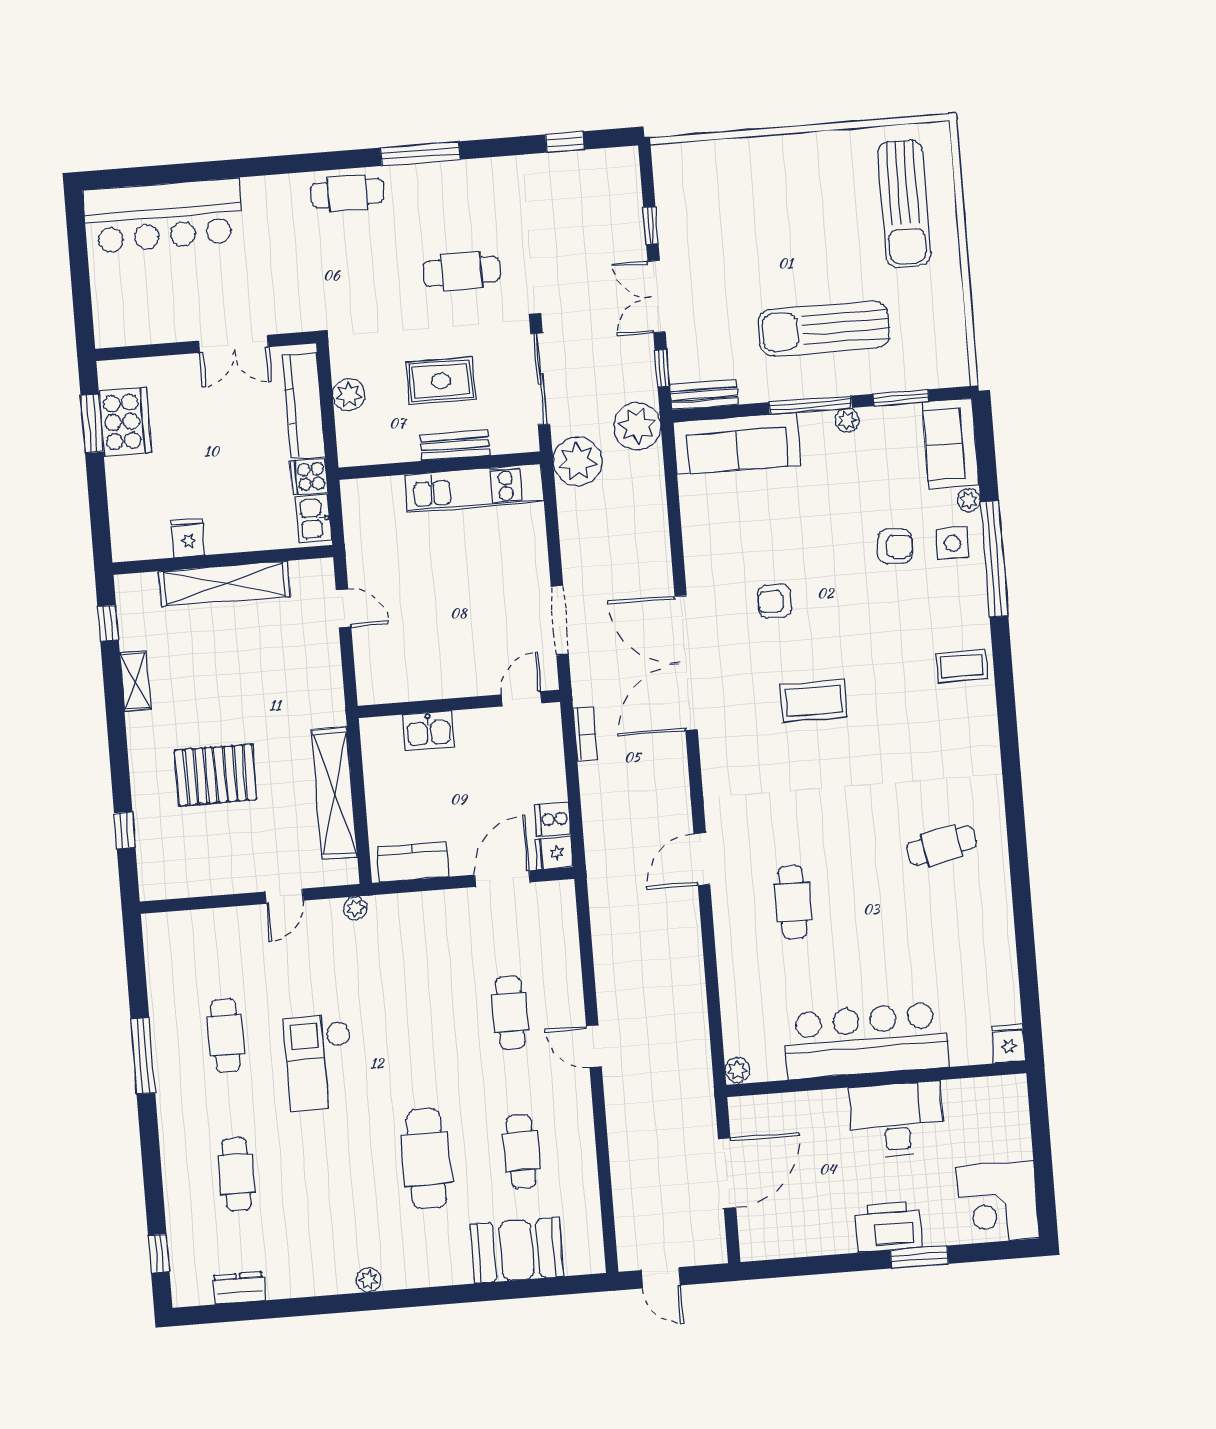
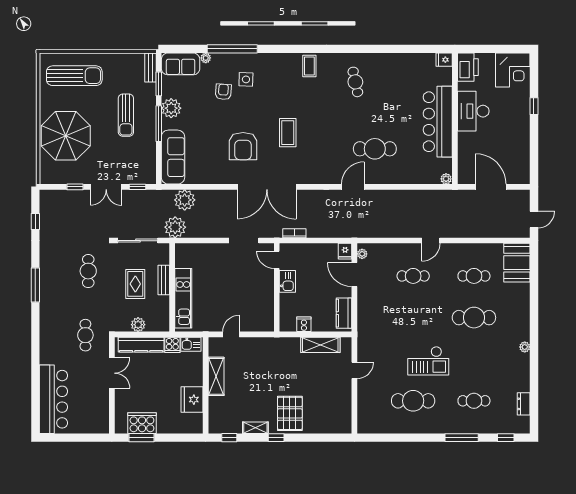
cafe table: (347, 193) -> (85, 335), moved
parasol: (766, 195) -> (66, 136), added
sun lounger: (824, 329) -> (126, 115), width x0.73, depth x0.75
bench: (704, 395) -> (151, 67), moved
plant: (847, 420) -> (171, 108), width x1.88, depth x1.88
plant: (637, 426) -> (185, 200), moved
kitchen unit: (474, 488) -> (183, 298), moved
fridge: (188, 538) -> (192, 400), width x1.88, depth x1.34
side table: (952, 543) -> (246, 79), moved
shelving: (224, 584) -> (216, 376), width x0.68
armchair: (775, 601) -> (243, 146), width x1.88, depth x1.88
coffee table: (962, 666) -> (309, 66), moved
kitchen sink: (429, 731) -> (287, 281), moved
pallet: (216, 775) -> (290, 413), moved
shelving: (334, 793) -> (320, 345), width x0.68
cooker: (553, 819) -> (304, 324), moved, turned 180
window: (125, 830) -> (276, 438), moved
door: (702, 859) -> (353, 187), swing flipped
door: (284, 896) -> (354, 370), hinge flipped
cafe table: (793, 902) -> (375, 149), width x1.37, depth x1.35
plant: (355, 908) -> (362, 254), moved
cafe table: (225, 1036) -> (413, 401), width x1.37, depth x1.35
window: (143, 1056) -> (462, 438), moved
printer: (888, 1227) -> (468, 67), moved, turned 180
booth: (517, 1250) -> (517, 263), moved
window: (919, 1257) -> (534, 106), width x0.67

